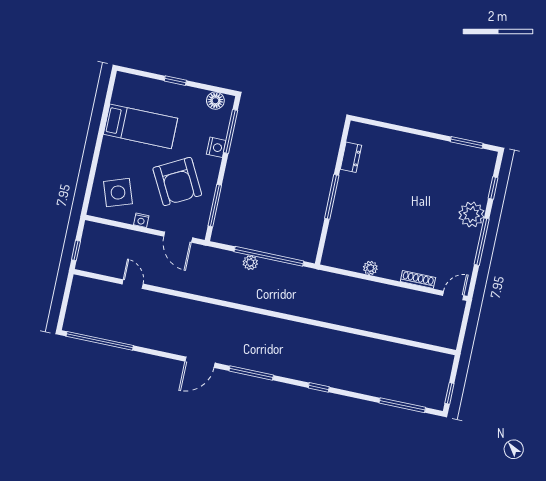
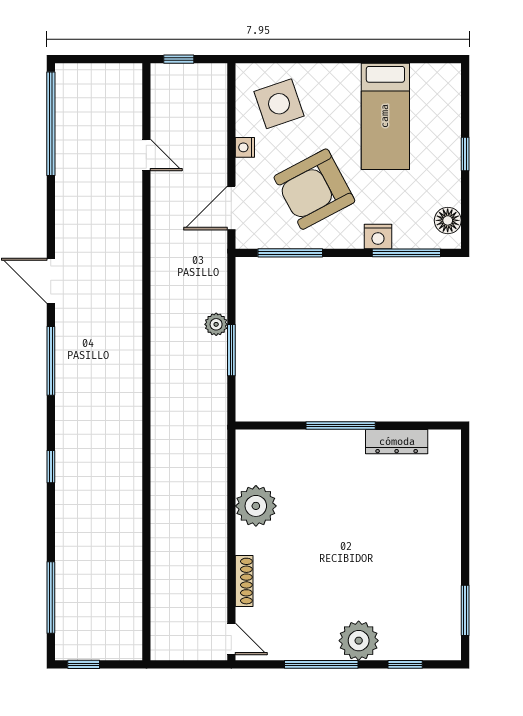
dresser: (351, 157) -> (397, 442), width x1.44
window: (269, 256) -> (231, 350), width x0.47
plant: (370, 268) -> (256, 506), width x1.88, depth x1.88
door: (133, 284) -> (146, 155), hinge flipped

